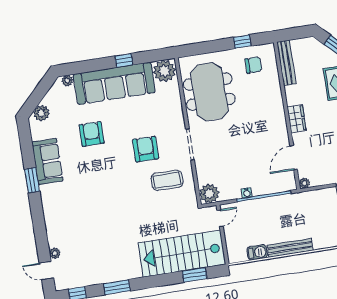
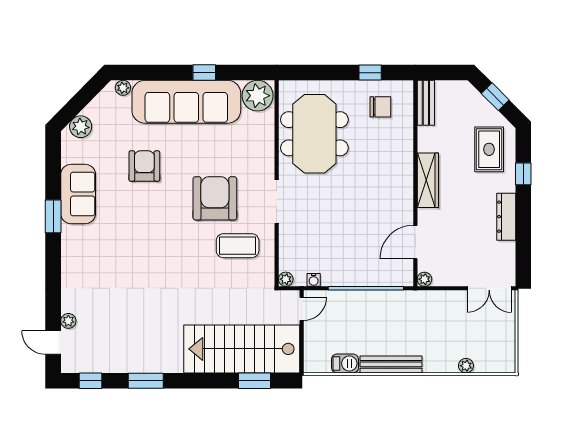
bench: (286, 63) -> (426, 103), width x0.73
wardrobe: (297, 119) -> (428, 180), width x1.50
armchair: (146, 149) -> (215, 198), width x1.36, depth x1.36
water cooler: (247, 193) -> (314, 280), moved
plant: (209, 194) -> (286, 279), width x0.53, depth x0.53

